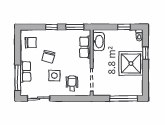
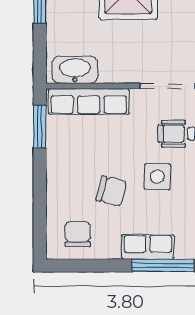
window: (52, 27) -> (40, 183), removed
row of seats: (85, 47) -> (89, 101), width x1.48

